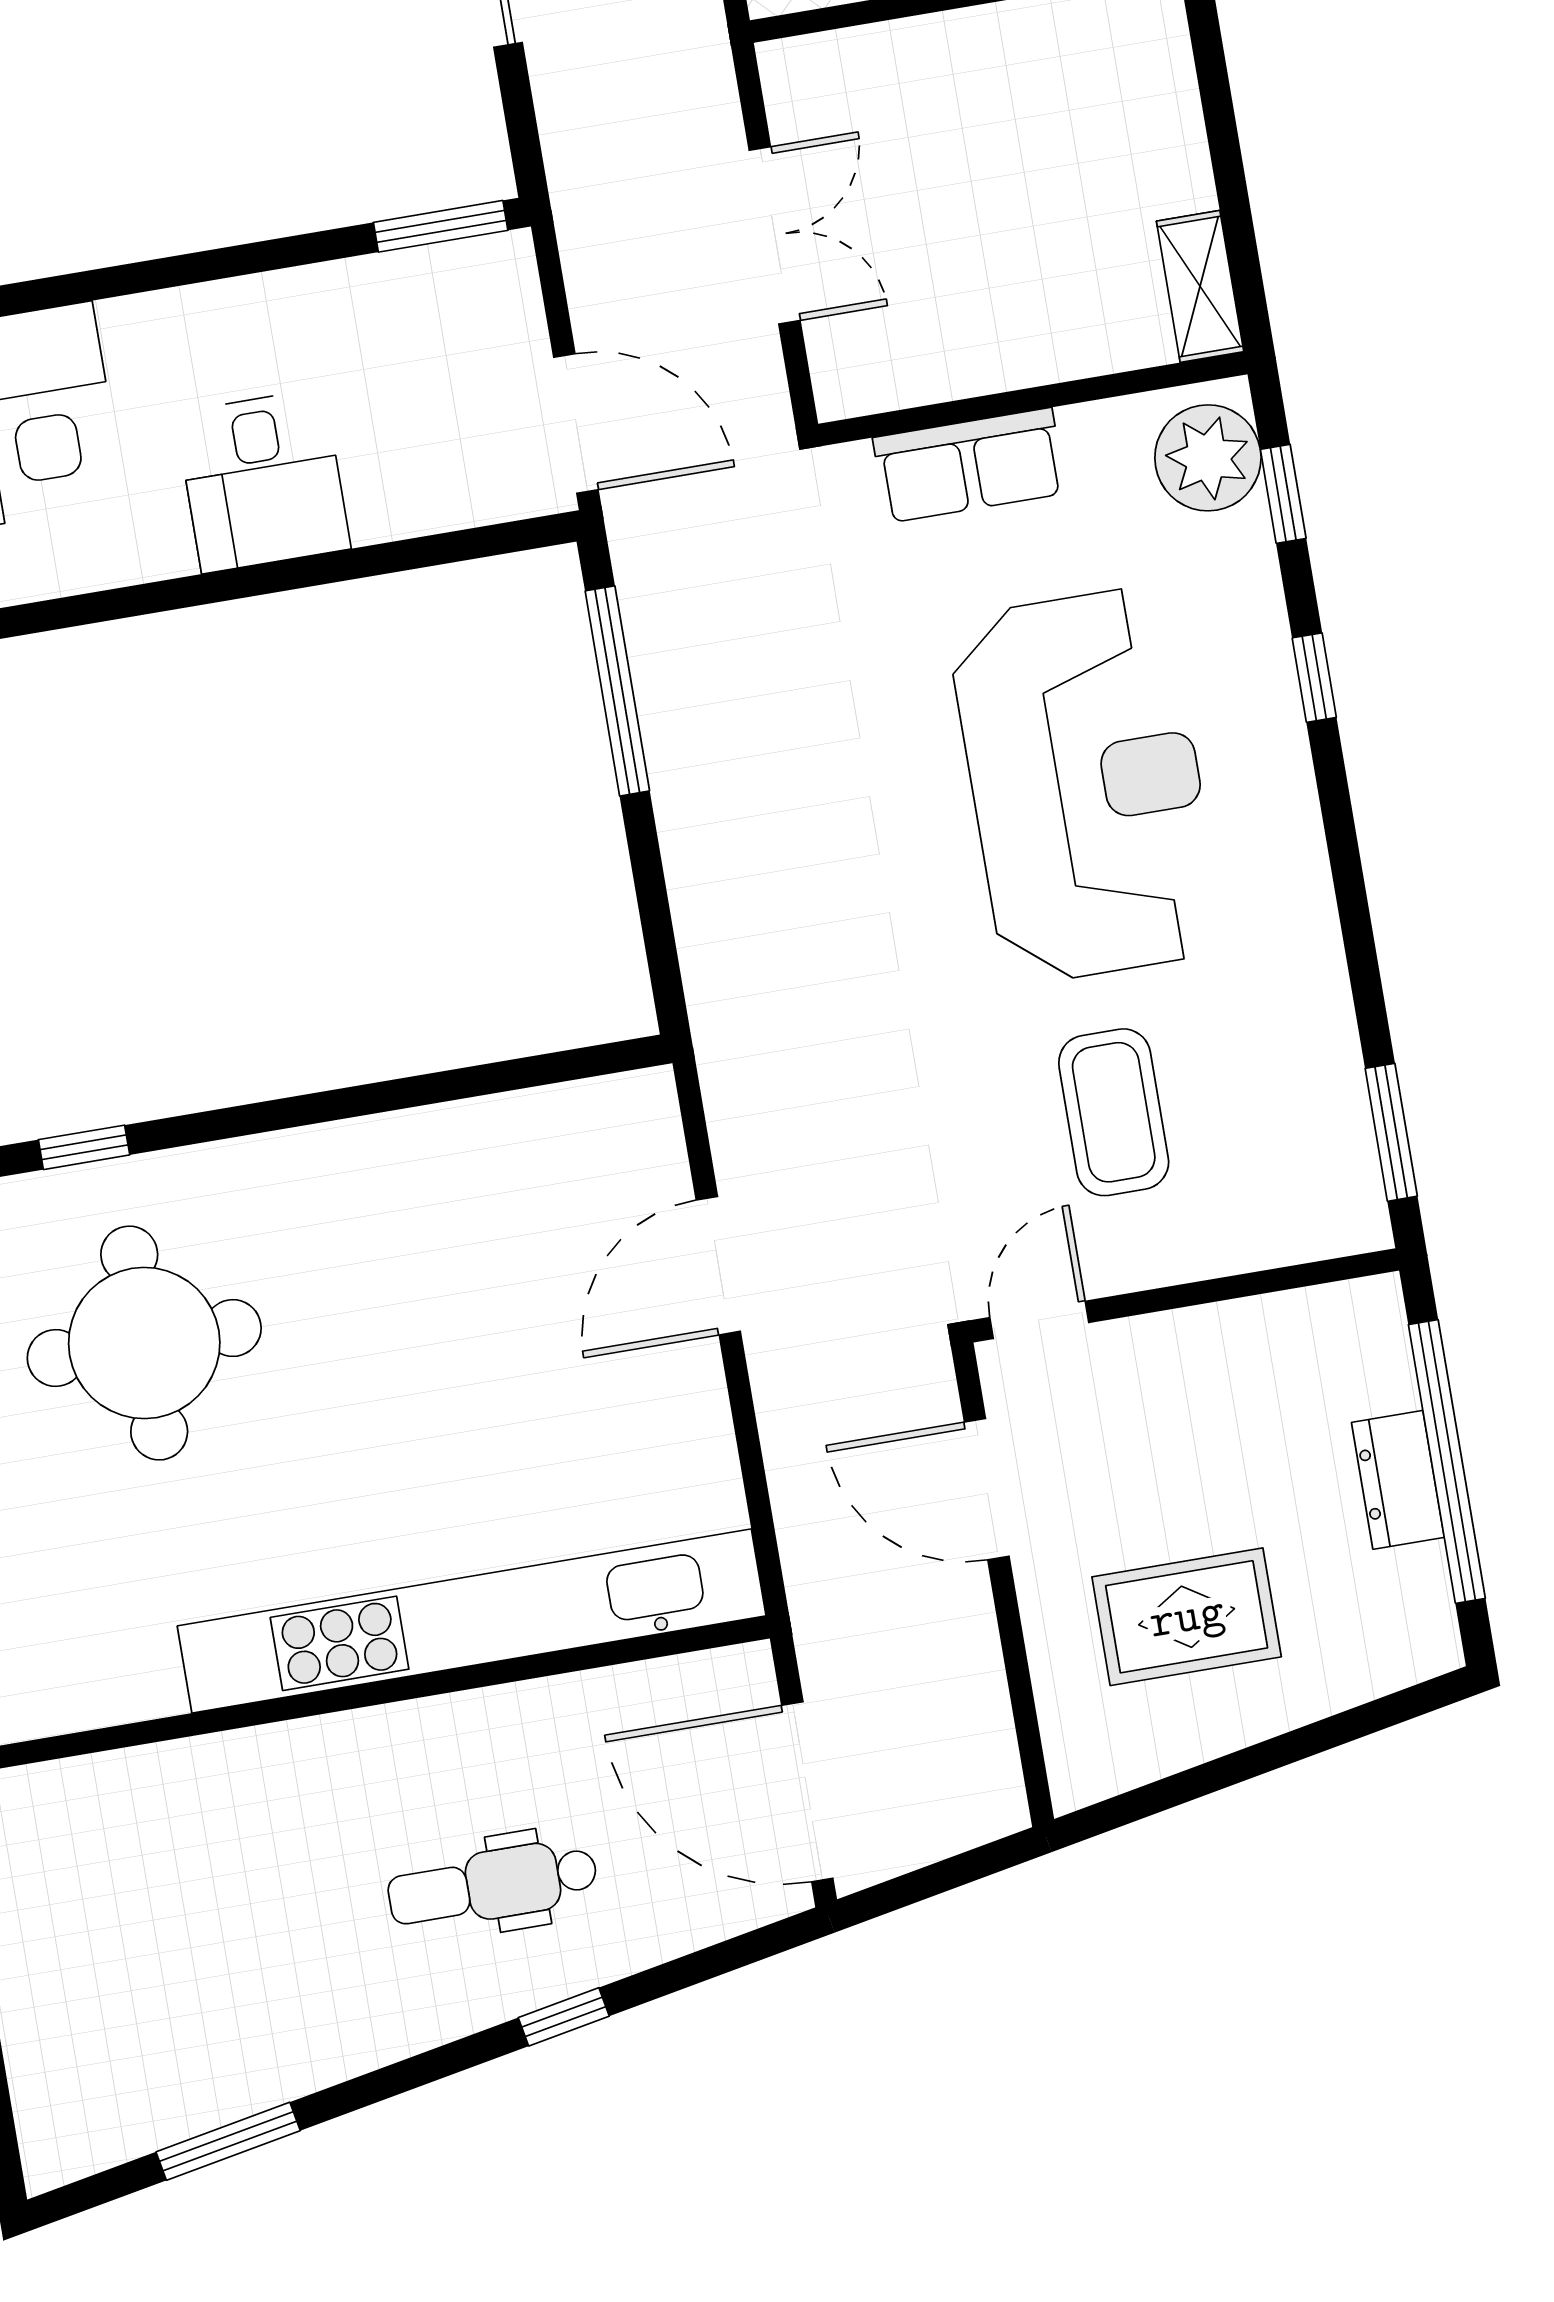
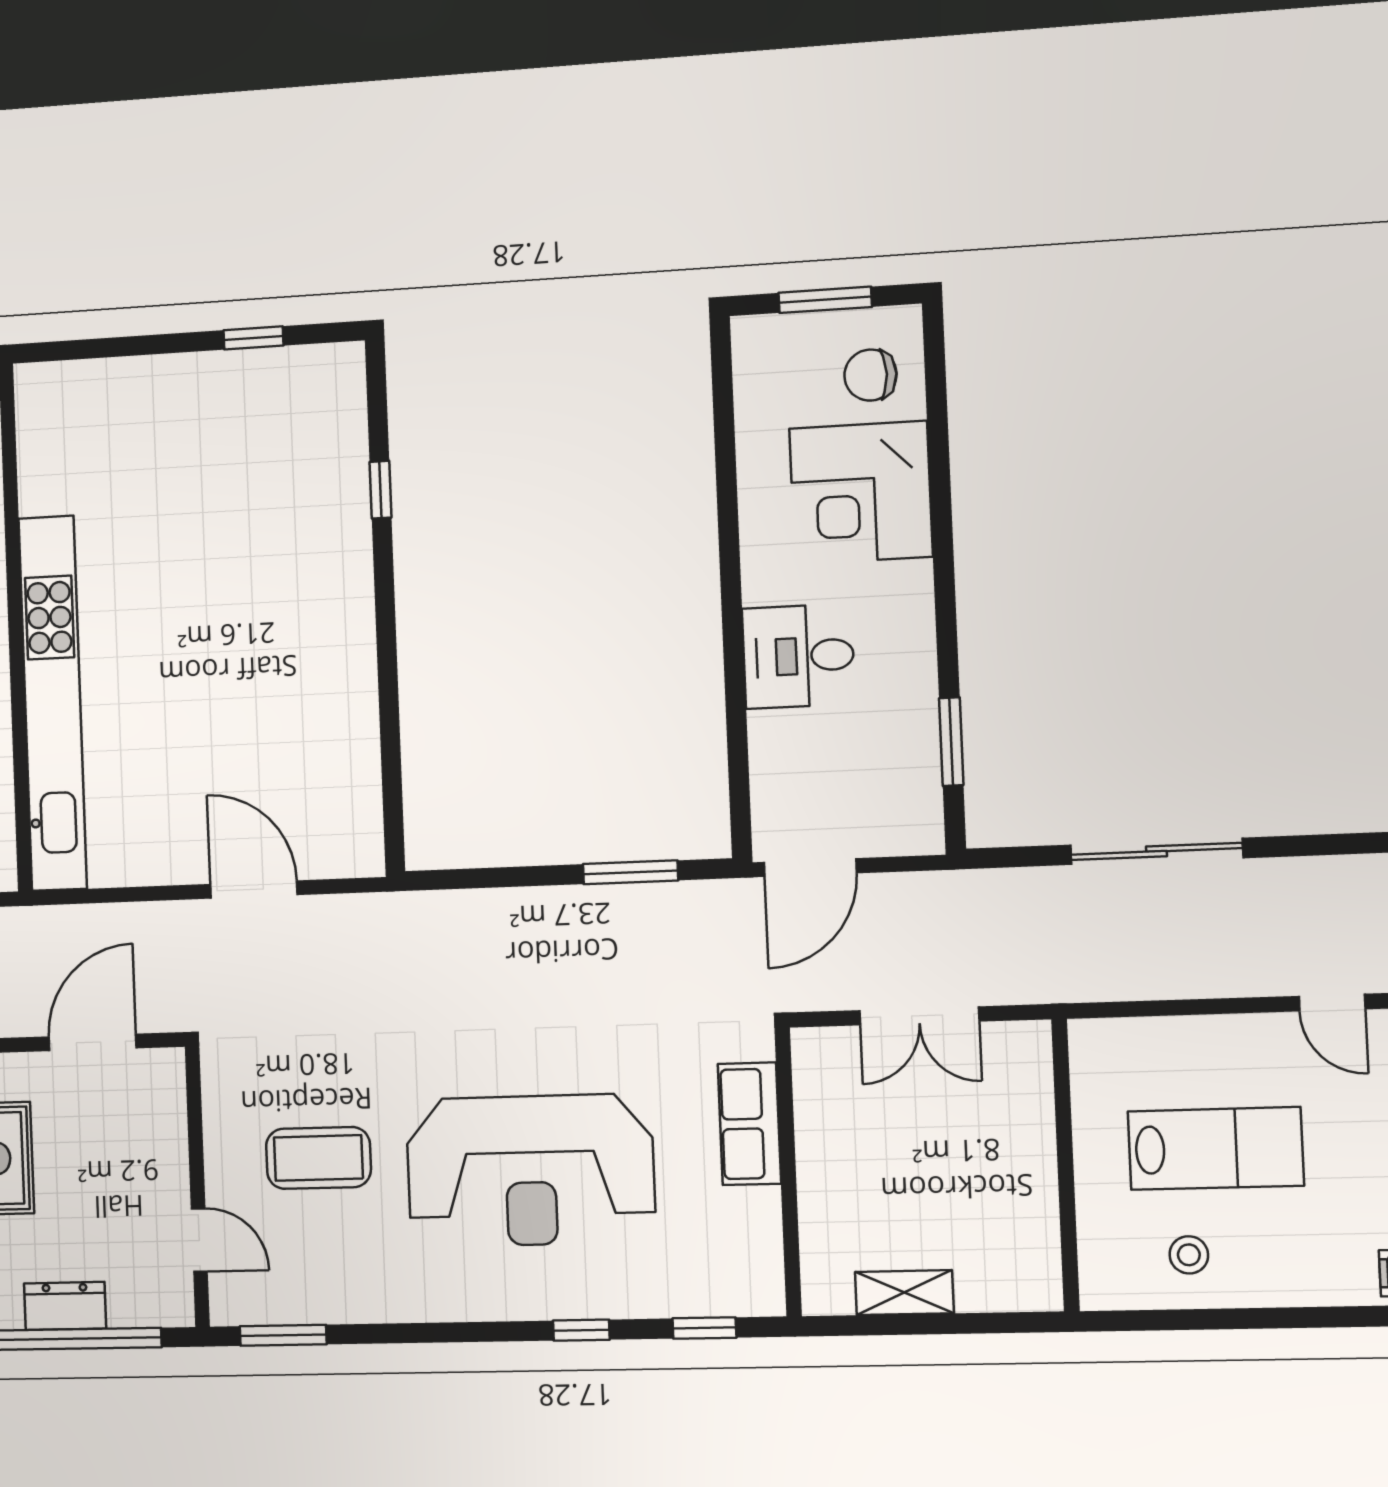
window: (441, 226) -> (951, 742), moved
shelving: (1200, 286) -> (904, 1293), moved
plant: (1208, 458) -> (734, 1282), removed
window: (617, 691) -> (631, 872), width x0.69
door: (1039, 1320) -> (199, 1240), moved
round table: (144, 1343) -> (252, 515), removed

